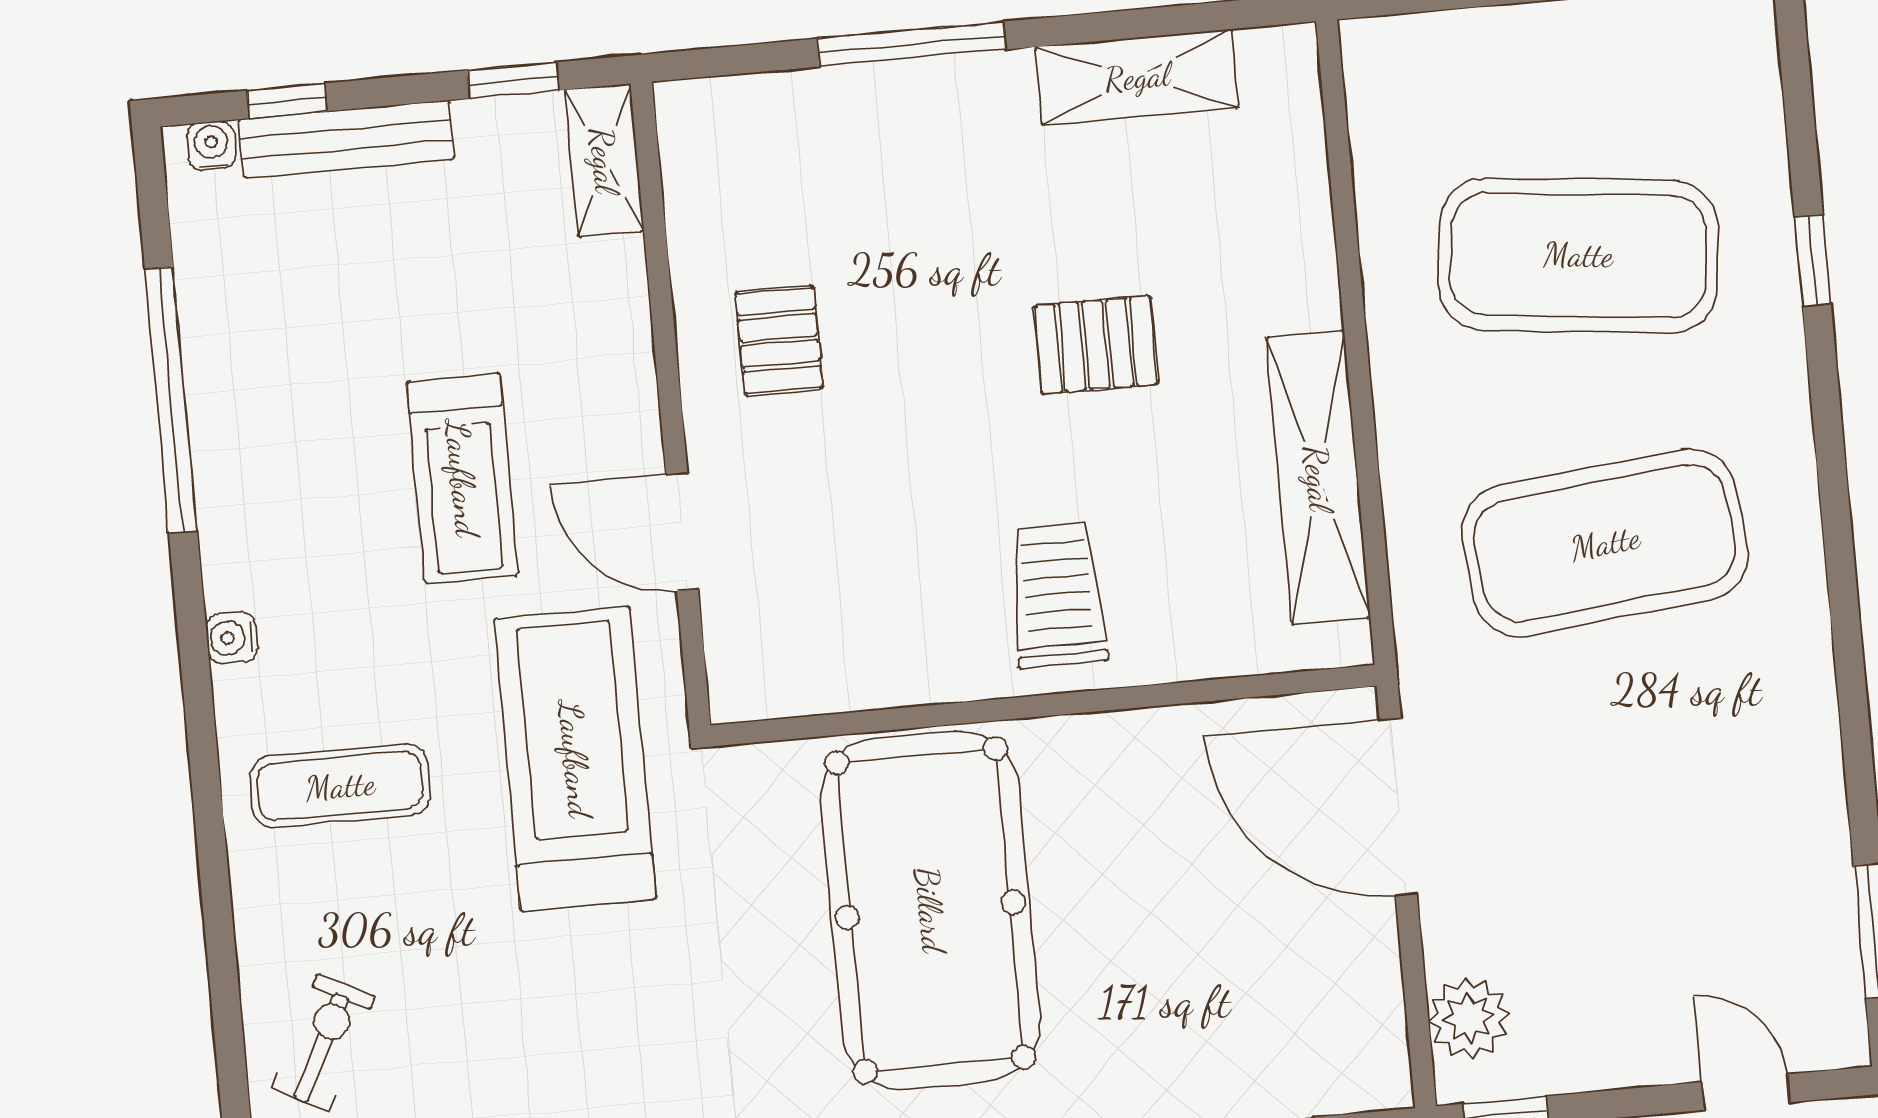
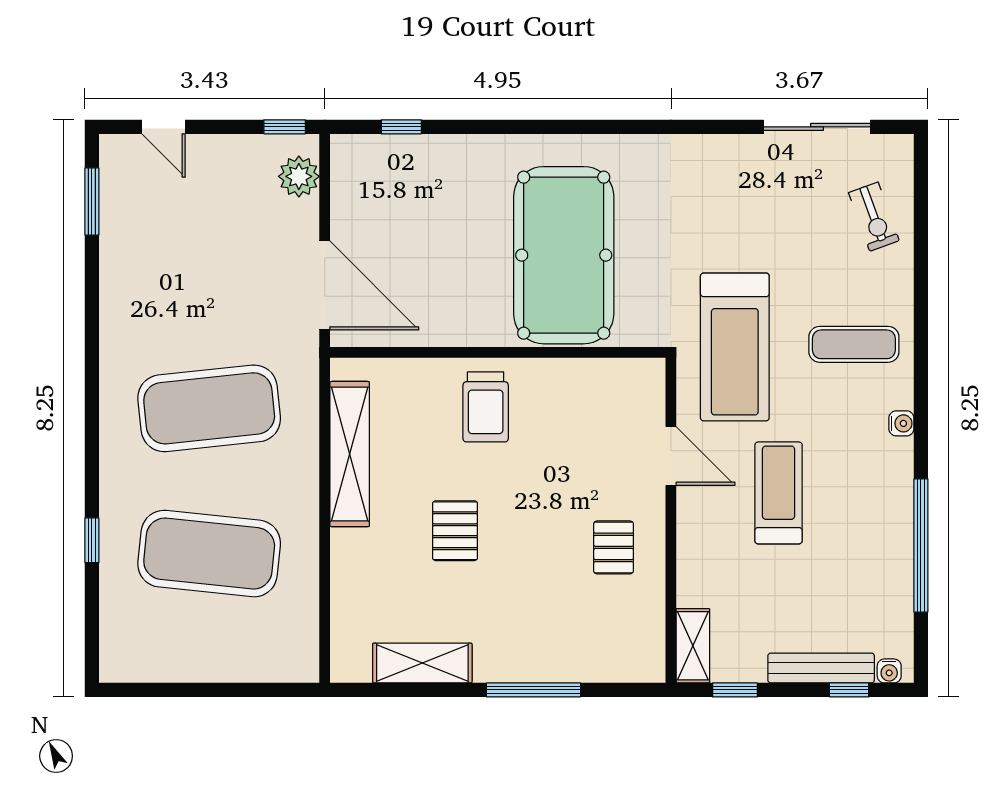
pallet: (1096, 345) -> (455, 531), turned 90
exercise bike: (323, 1042) -> (874, 217), turned -47

